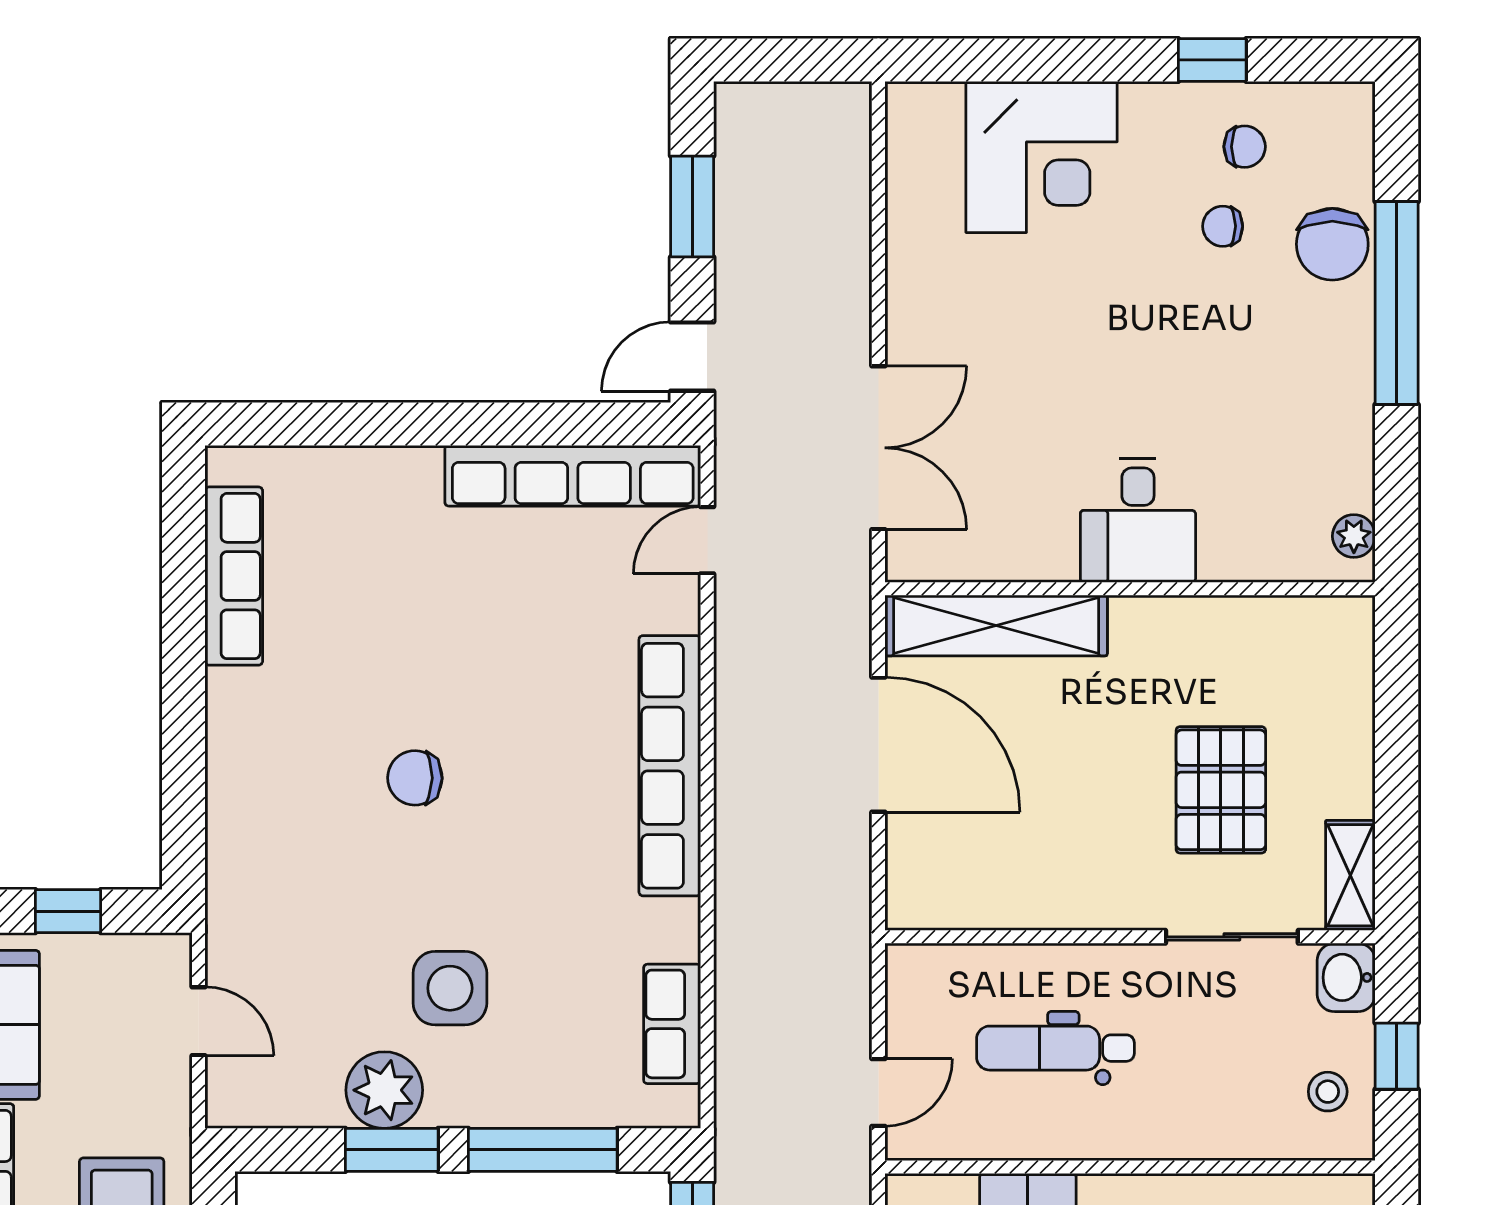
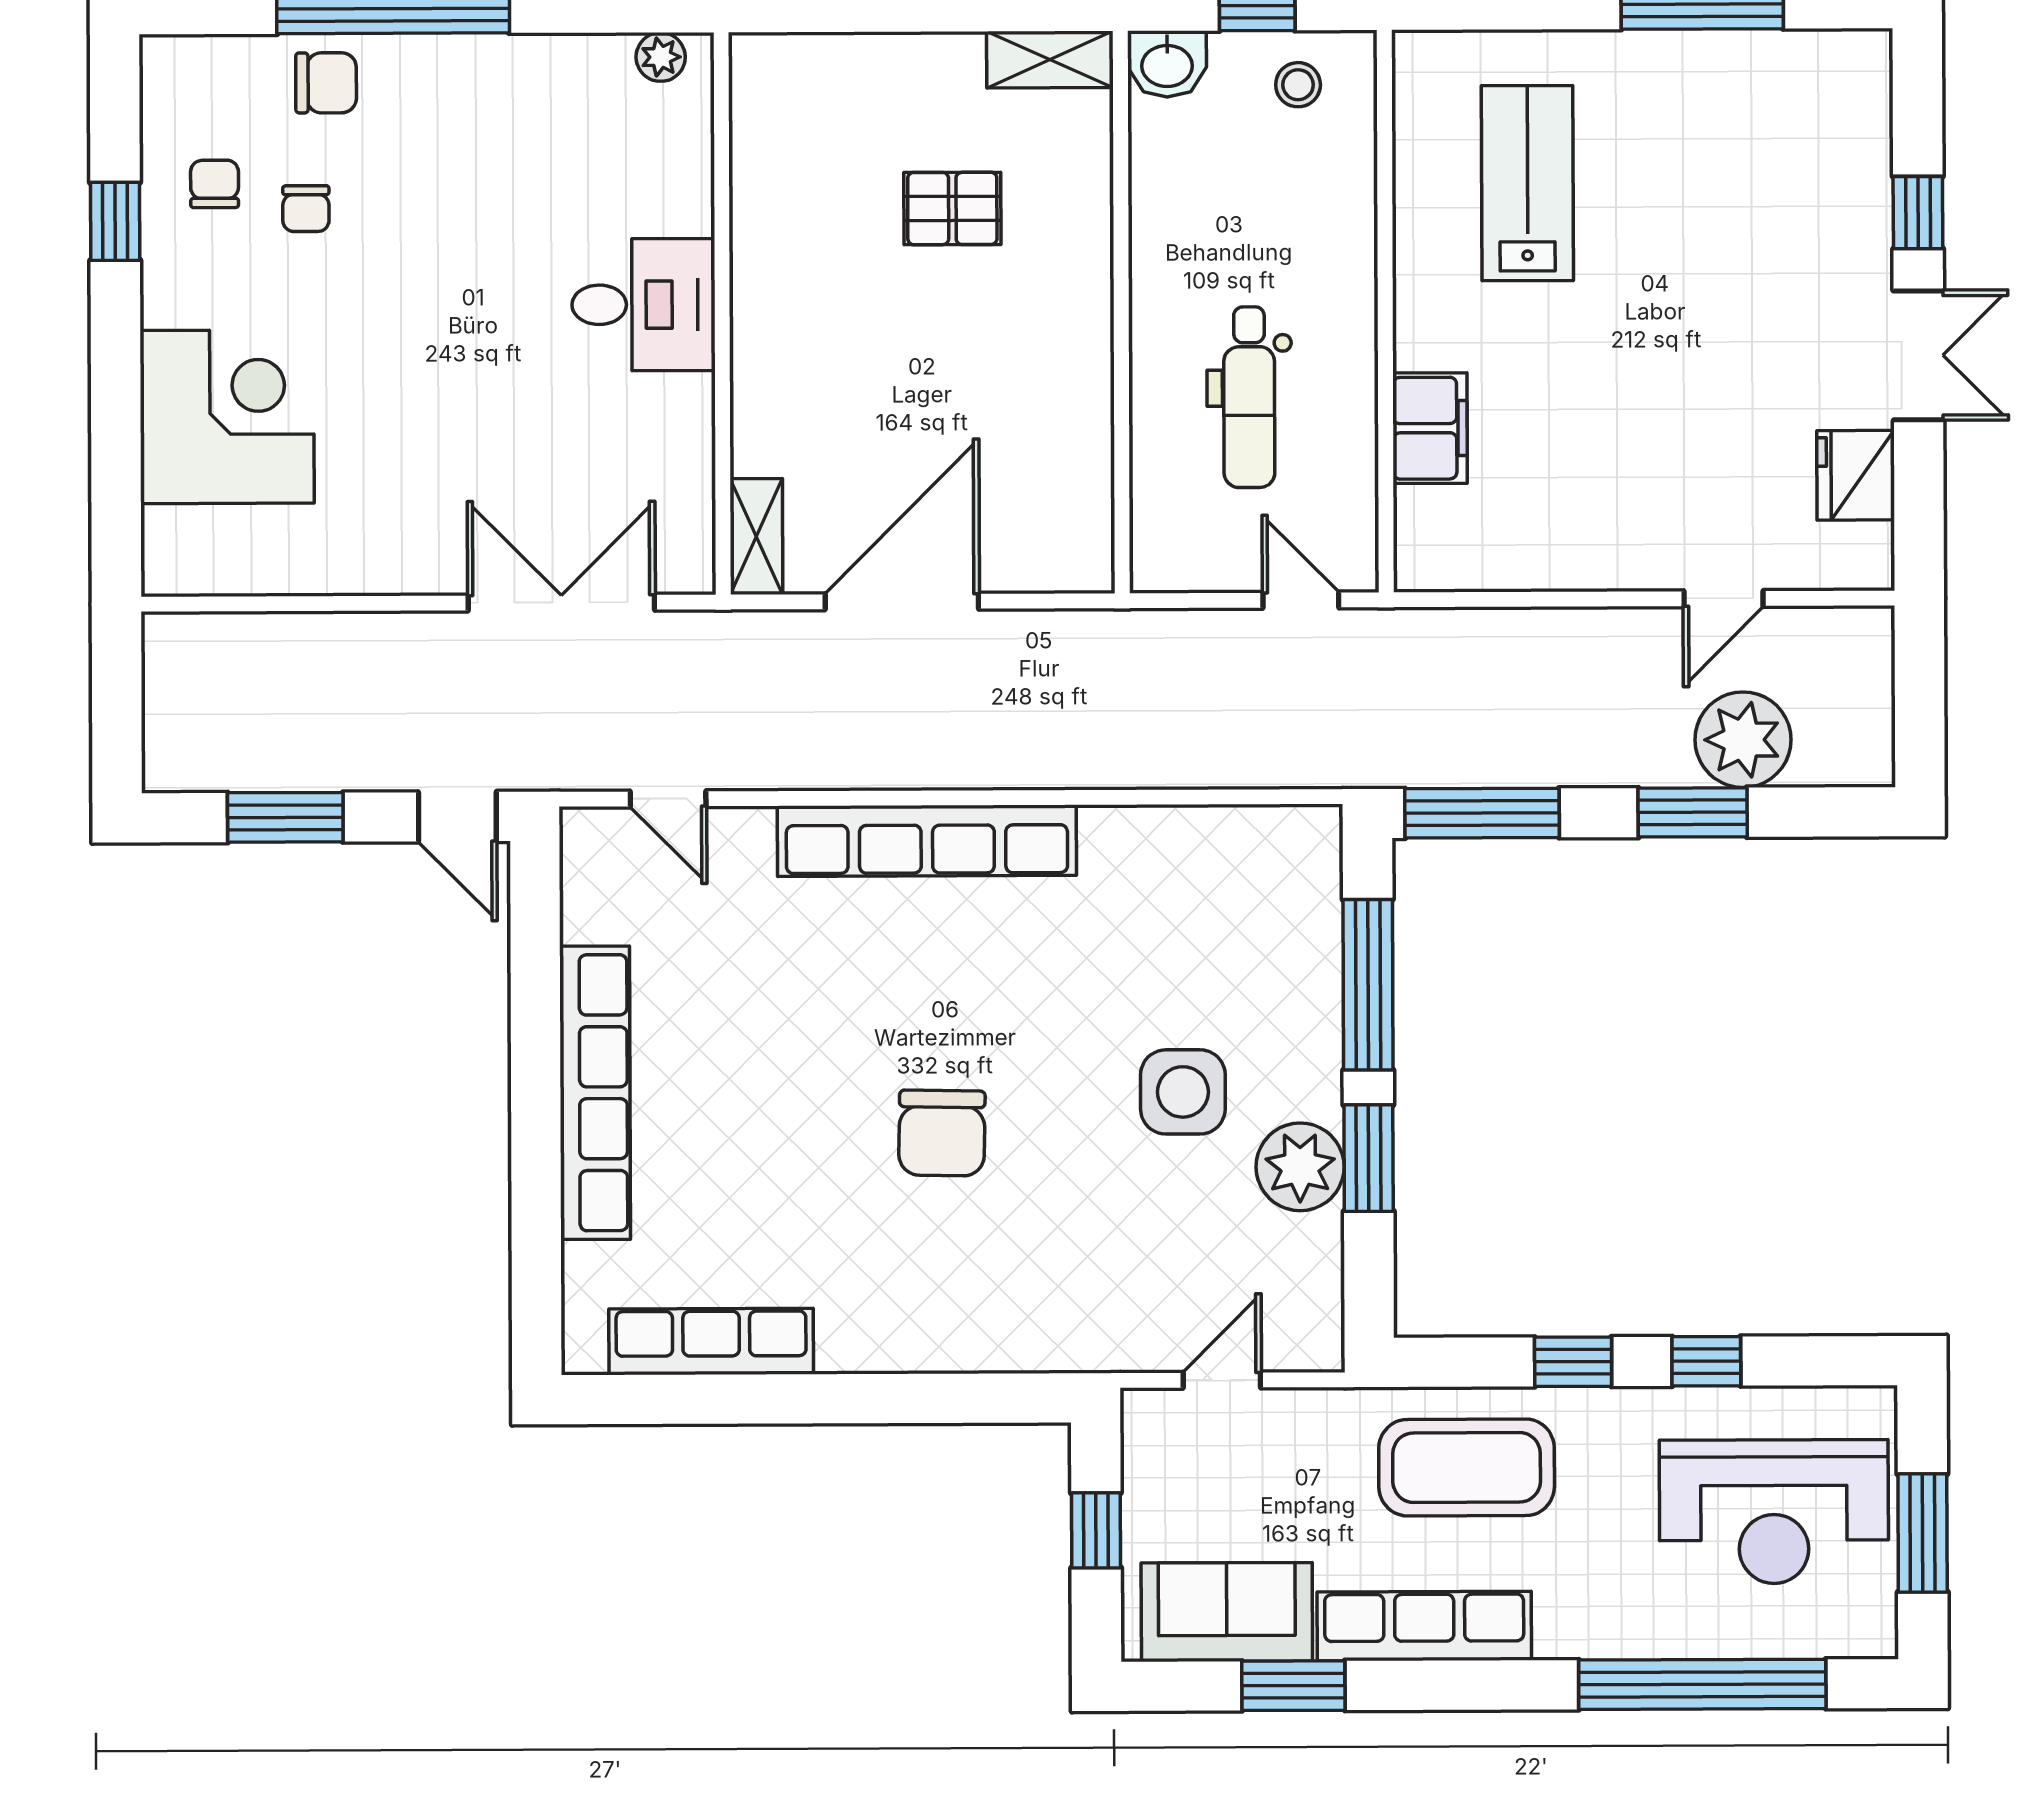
chair: (1332, 244) -> (326, 83), width x0.73, depth x0.73
row of seats: (573, 476) -> (595, 1093), moved
shelving: (996, 626) -> (756, 537), width x0.45, depth x0.75
chair: (415, 778) -> (942, 1133), width x1.37, depth x1.37
pallet: (1221, 790) -> (952, 209), width x0.67, depth x0.71
sliding door: (1232, 937) -> (1121, 195), removed
row of seats: (672, 1024) -> (1223, 837), removed

